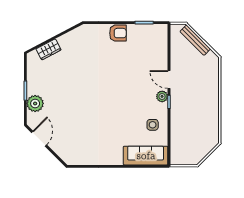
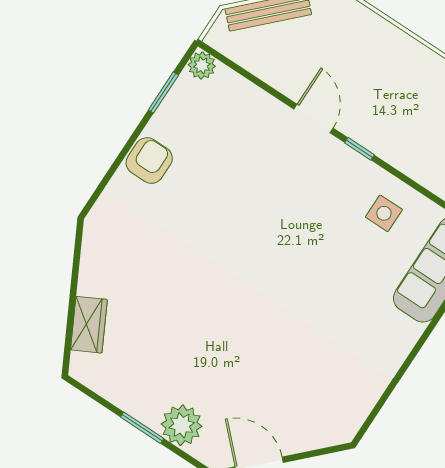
door: (169, 80) -> (313, 119), swing flipped
plant: (162, 96) -> (202, 65), moved

